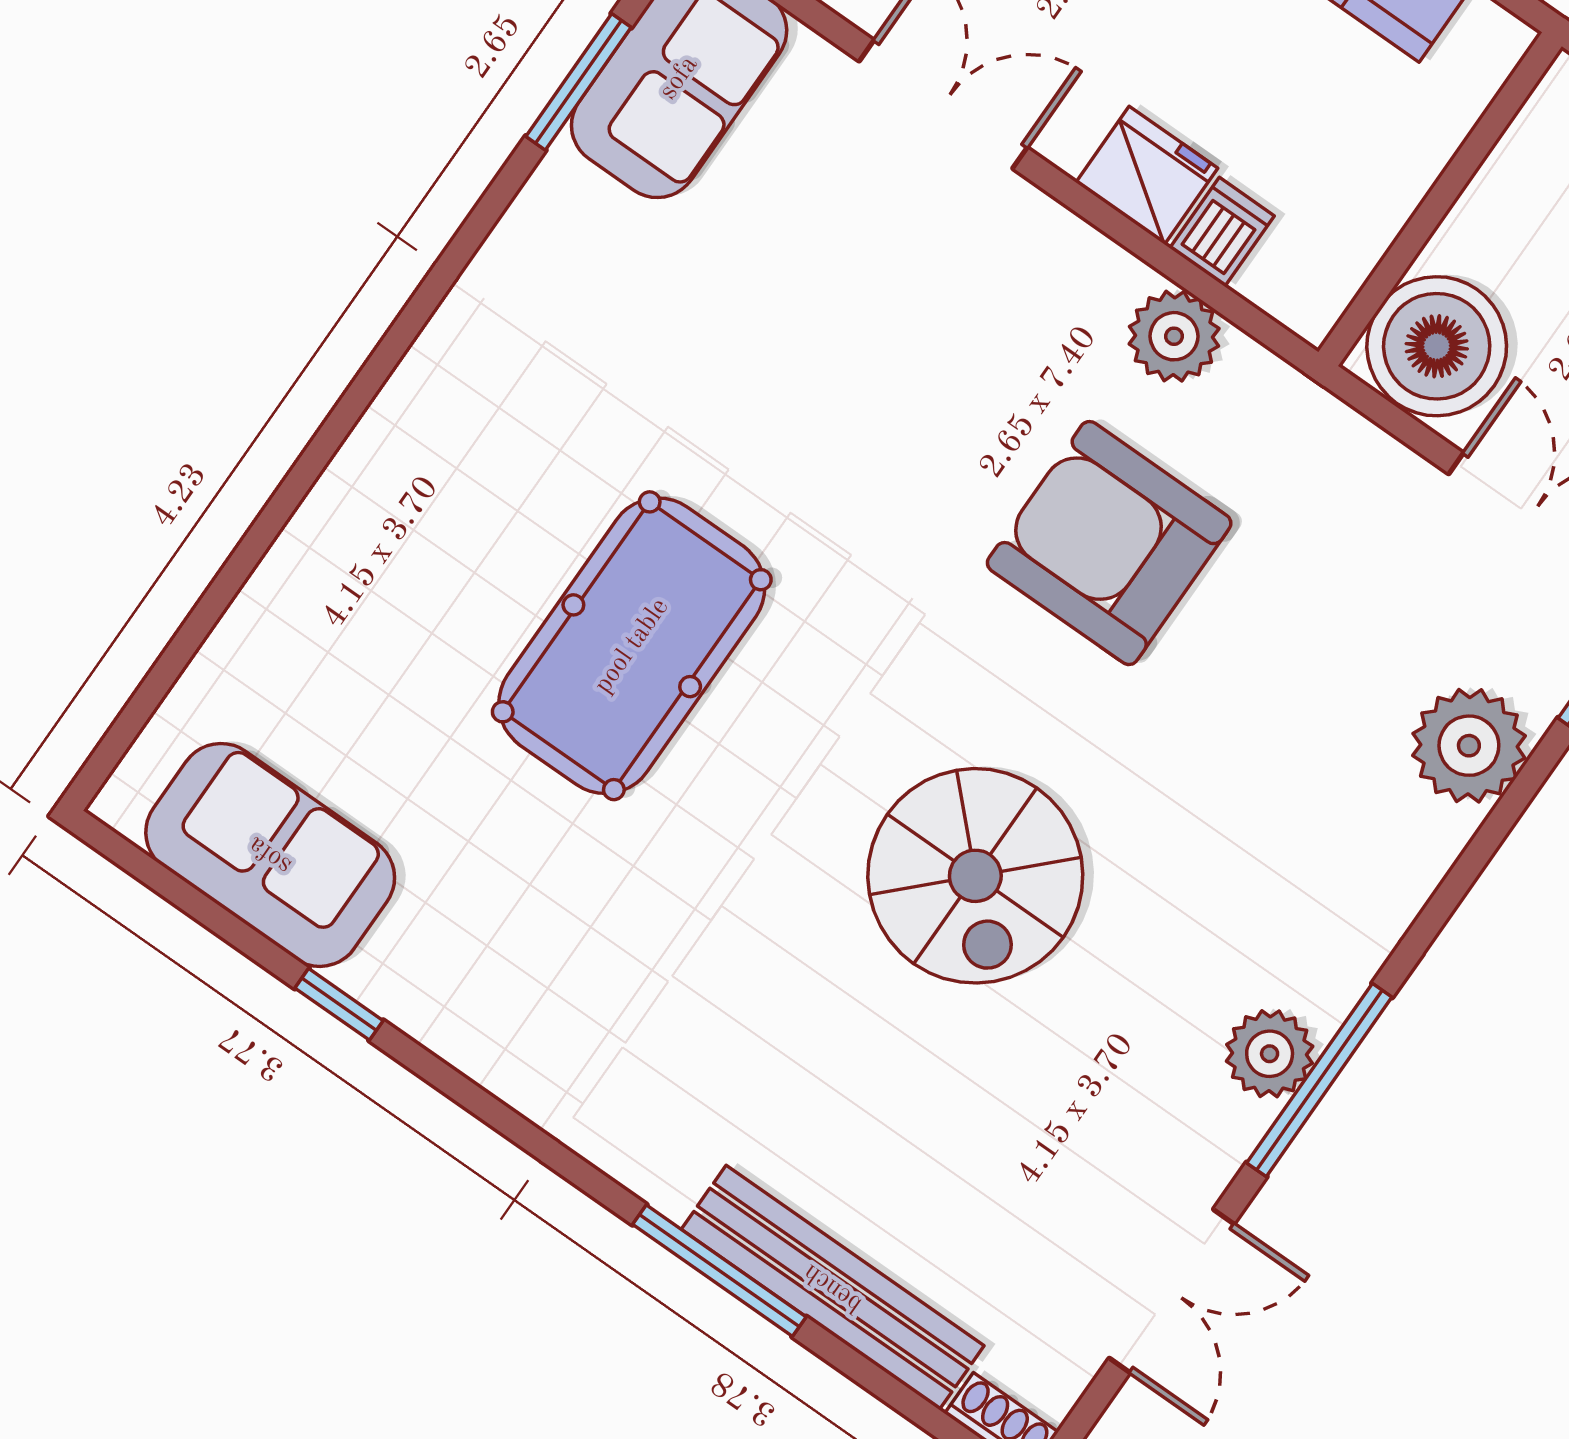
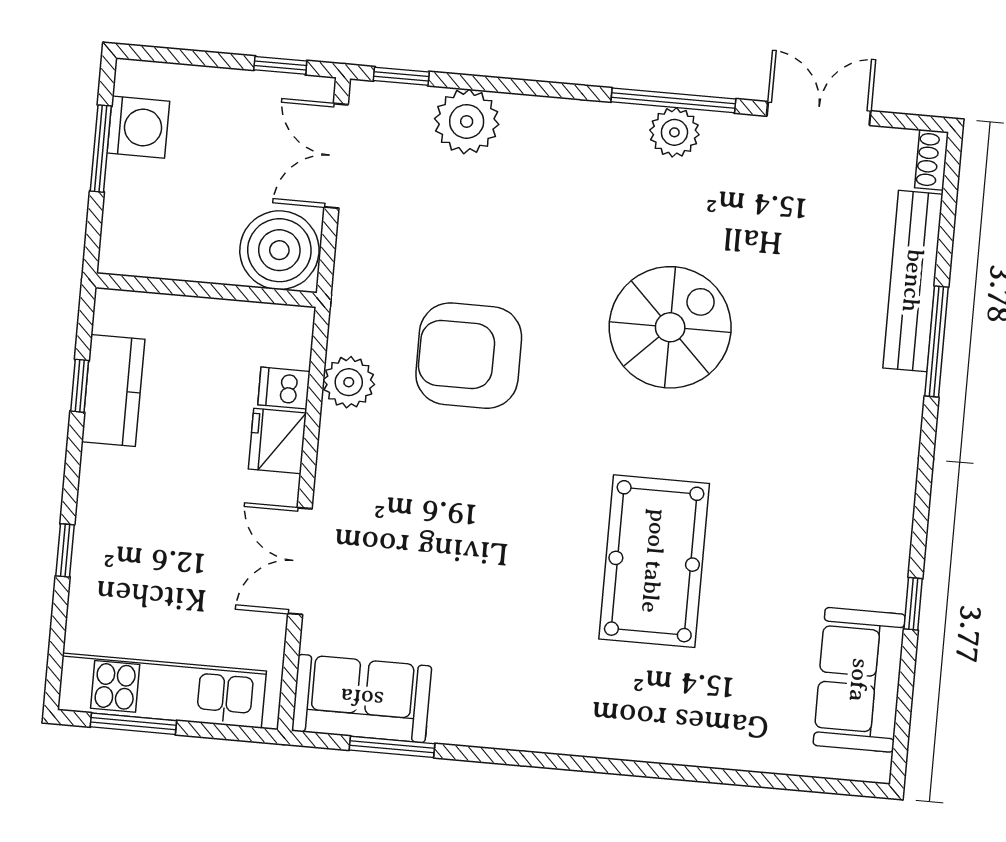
armchair: (1109, 543) -> (469, 356), turned 90
pool table: (632, 646) -> (654, 561), turned 90

